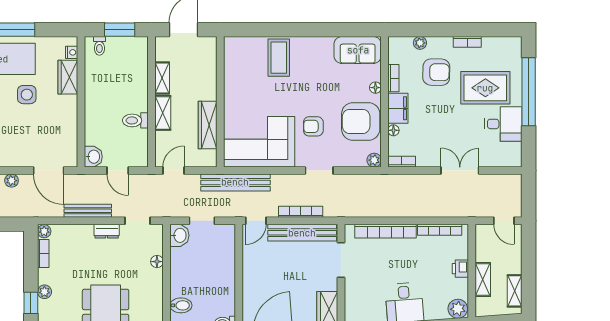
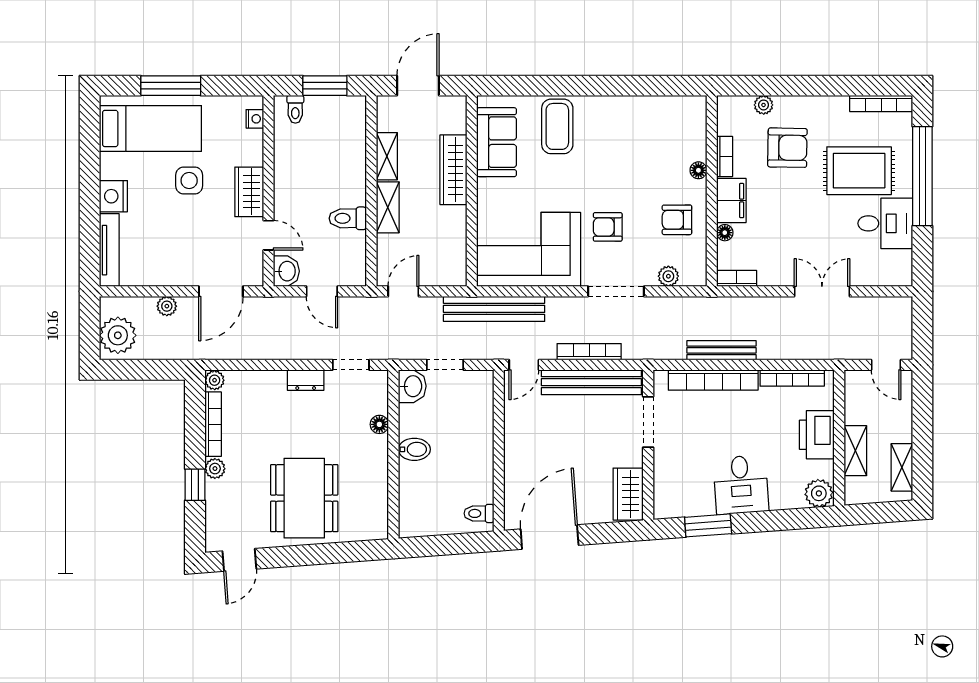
bookcase: (467, 42) -> (881, 104), moved, width x1.56
sofa: (358, 50) -> (497, 142), moved, turned -90
wardrobe: (68, 77) -> (249, 192), moved
armchair: (361, 121) -> (677, 220), width x0.53, depth x0.53
wardrobe: (208, 125) -> (453, 170), moved
door: (81, 132) -> (268, 235), added
plant: (374, 160) -> (668, 276), moved
door: (49, 170) -> (221, 291), hinge flipped
doorway: (319, 170) -> (616, 291), width x1.38
bench: (88, 211) -> (722, 350), moved
bookcase: (43, 253) -> (213, 424), width x1.56
printer: (460, 269) -> (817, 435), width x1.87, depth x1.48
bidet: (181, 305) -> (414, 449), moved

